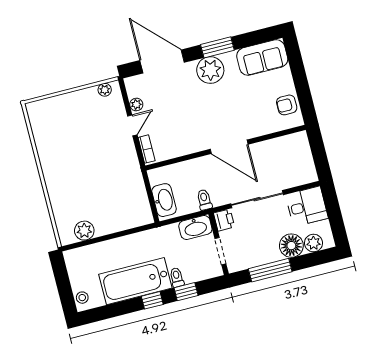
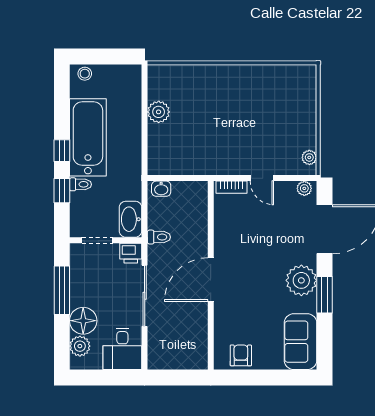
plant: (136, 104) -> (304, 188), moved
washbasin: (164, 200) -> (161, 189), width x0.52, depth x0.69
plant: (84, 231) -> (159, 112), moved

